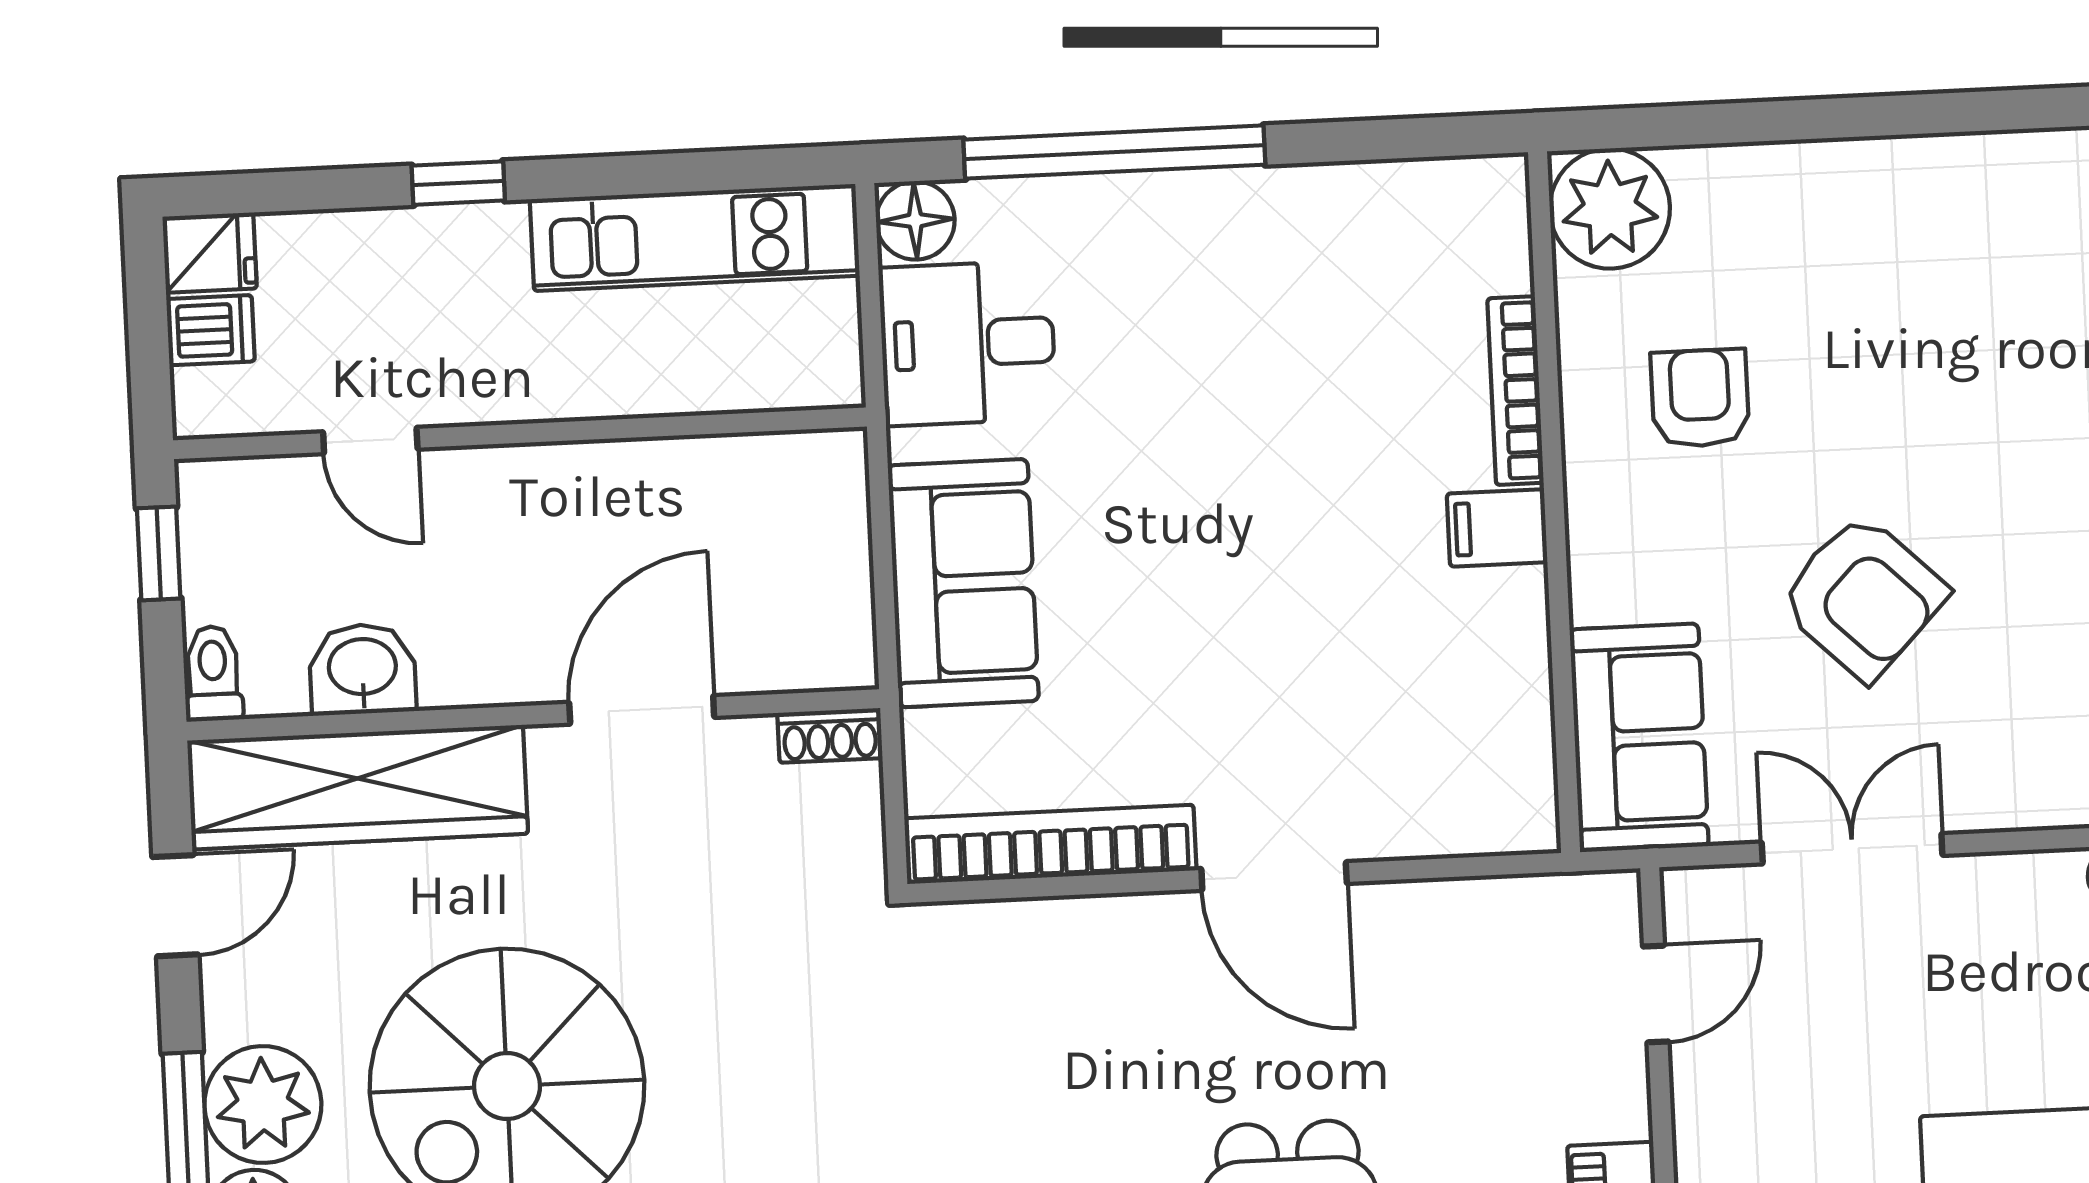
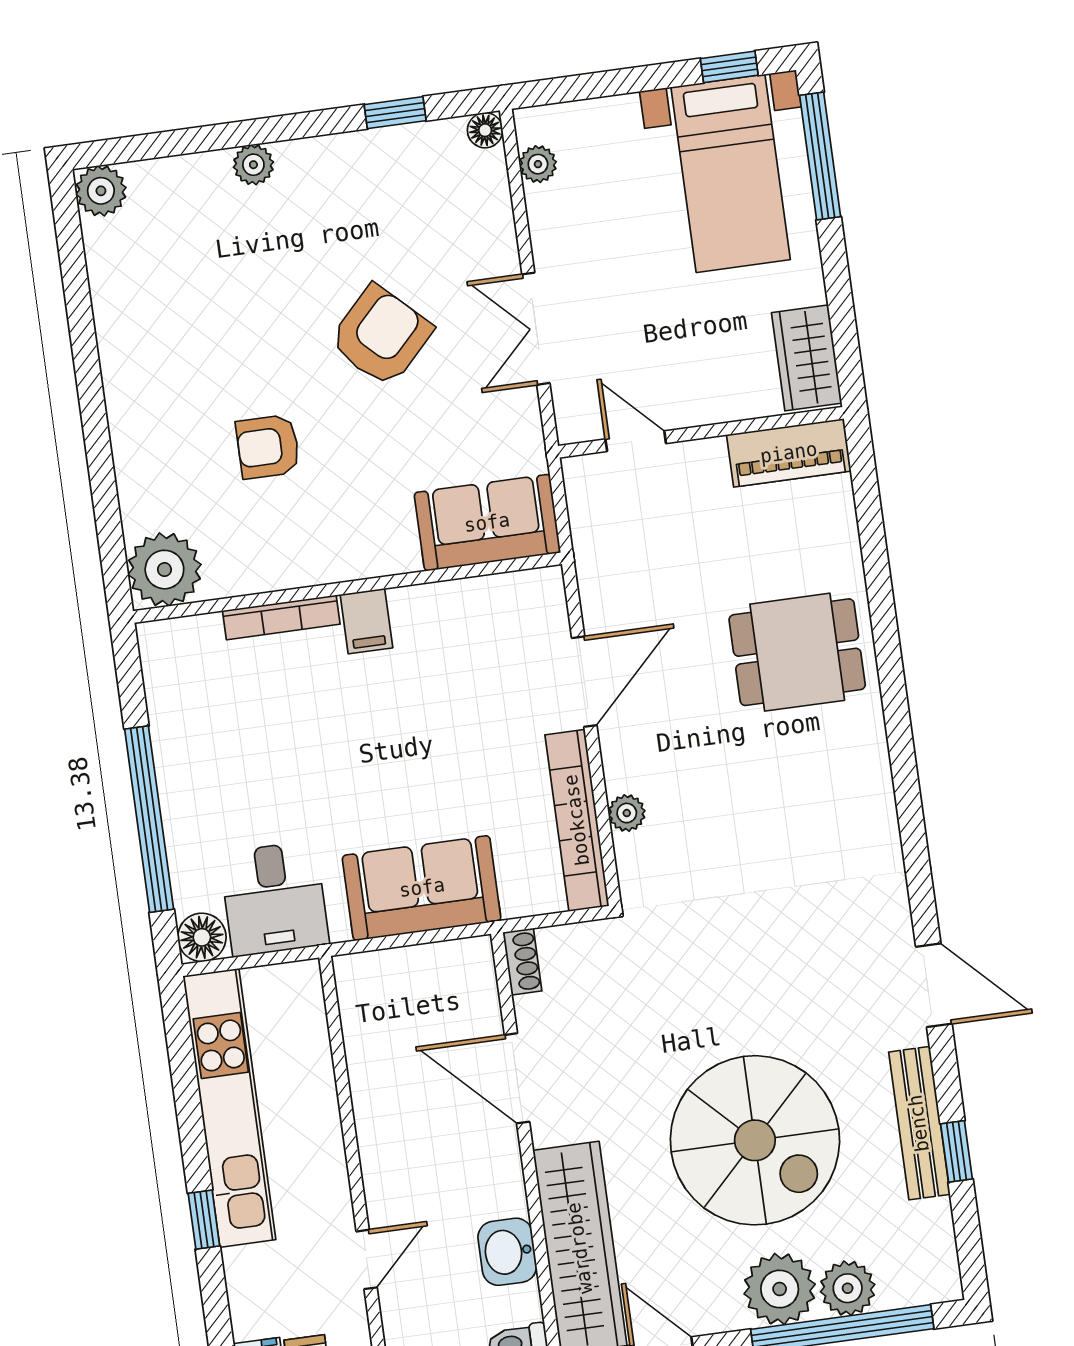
plant: (1610, 209) -> (164, 570), moved
kitchen unit: (695, 237) -> (229, 1108), width x1.36
bookcase: (1515, 391) -> (281, 617), moved
wall: (1554, 502) -> (348, 588), moved
filing cabinet: (1497, 528) -> (366, 621), moved
sofa: (1639, 738) -> (487, 523), moved
plant: (1055, 926) -> (627, 813), added

